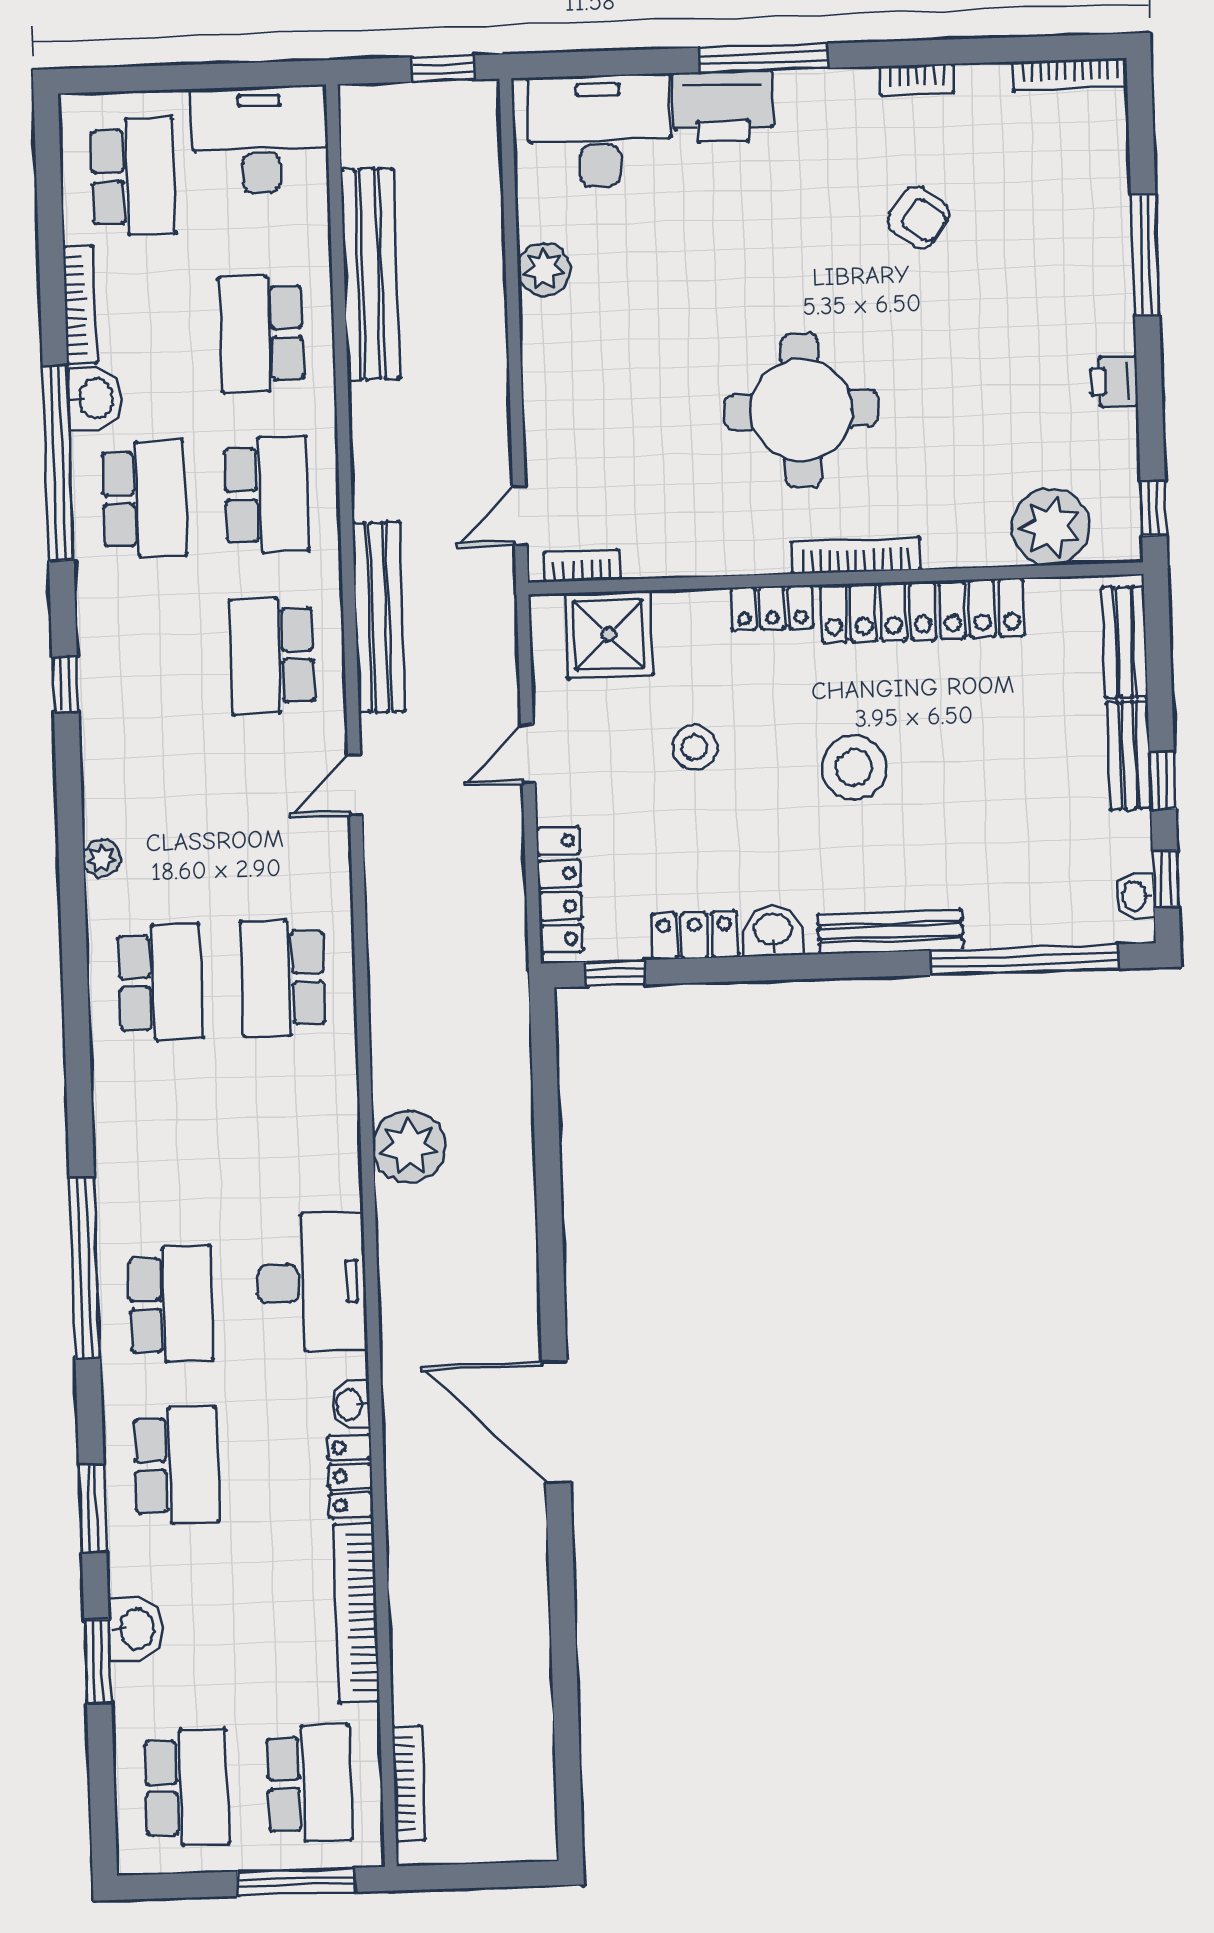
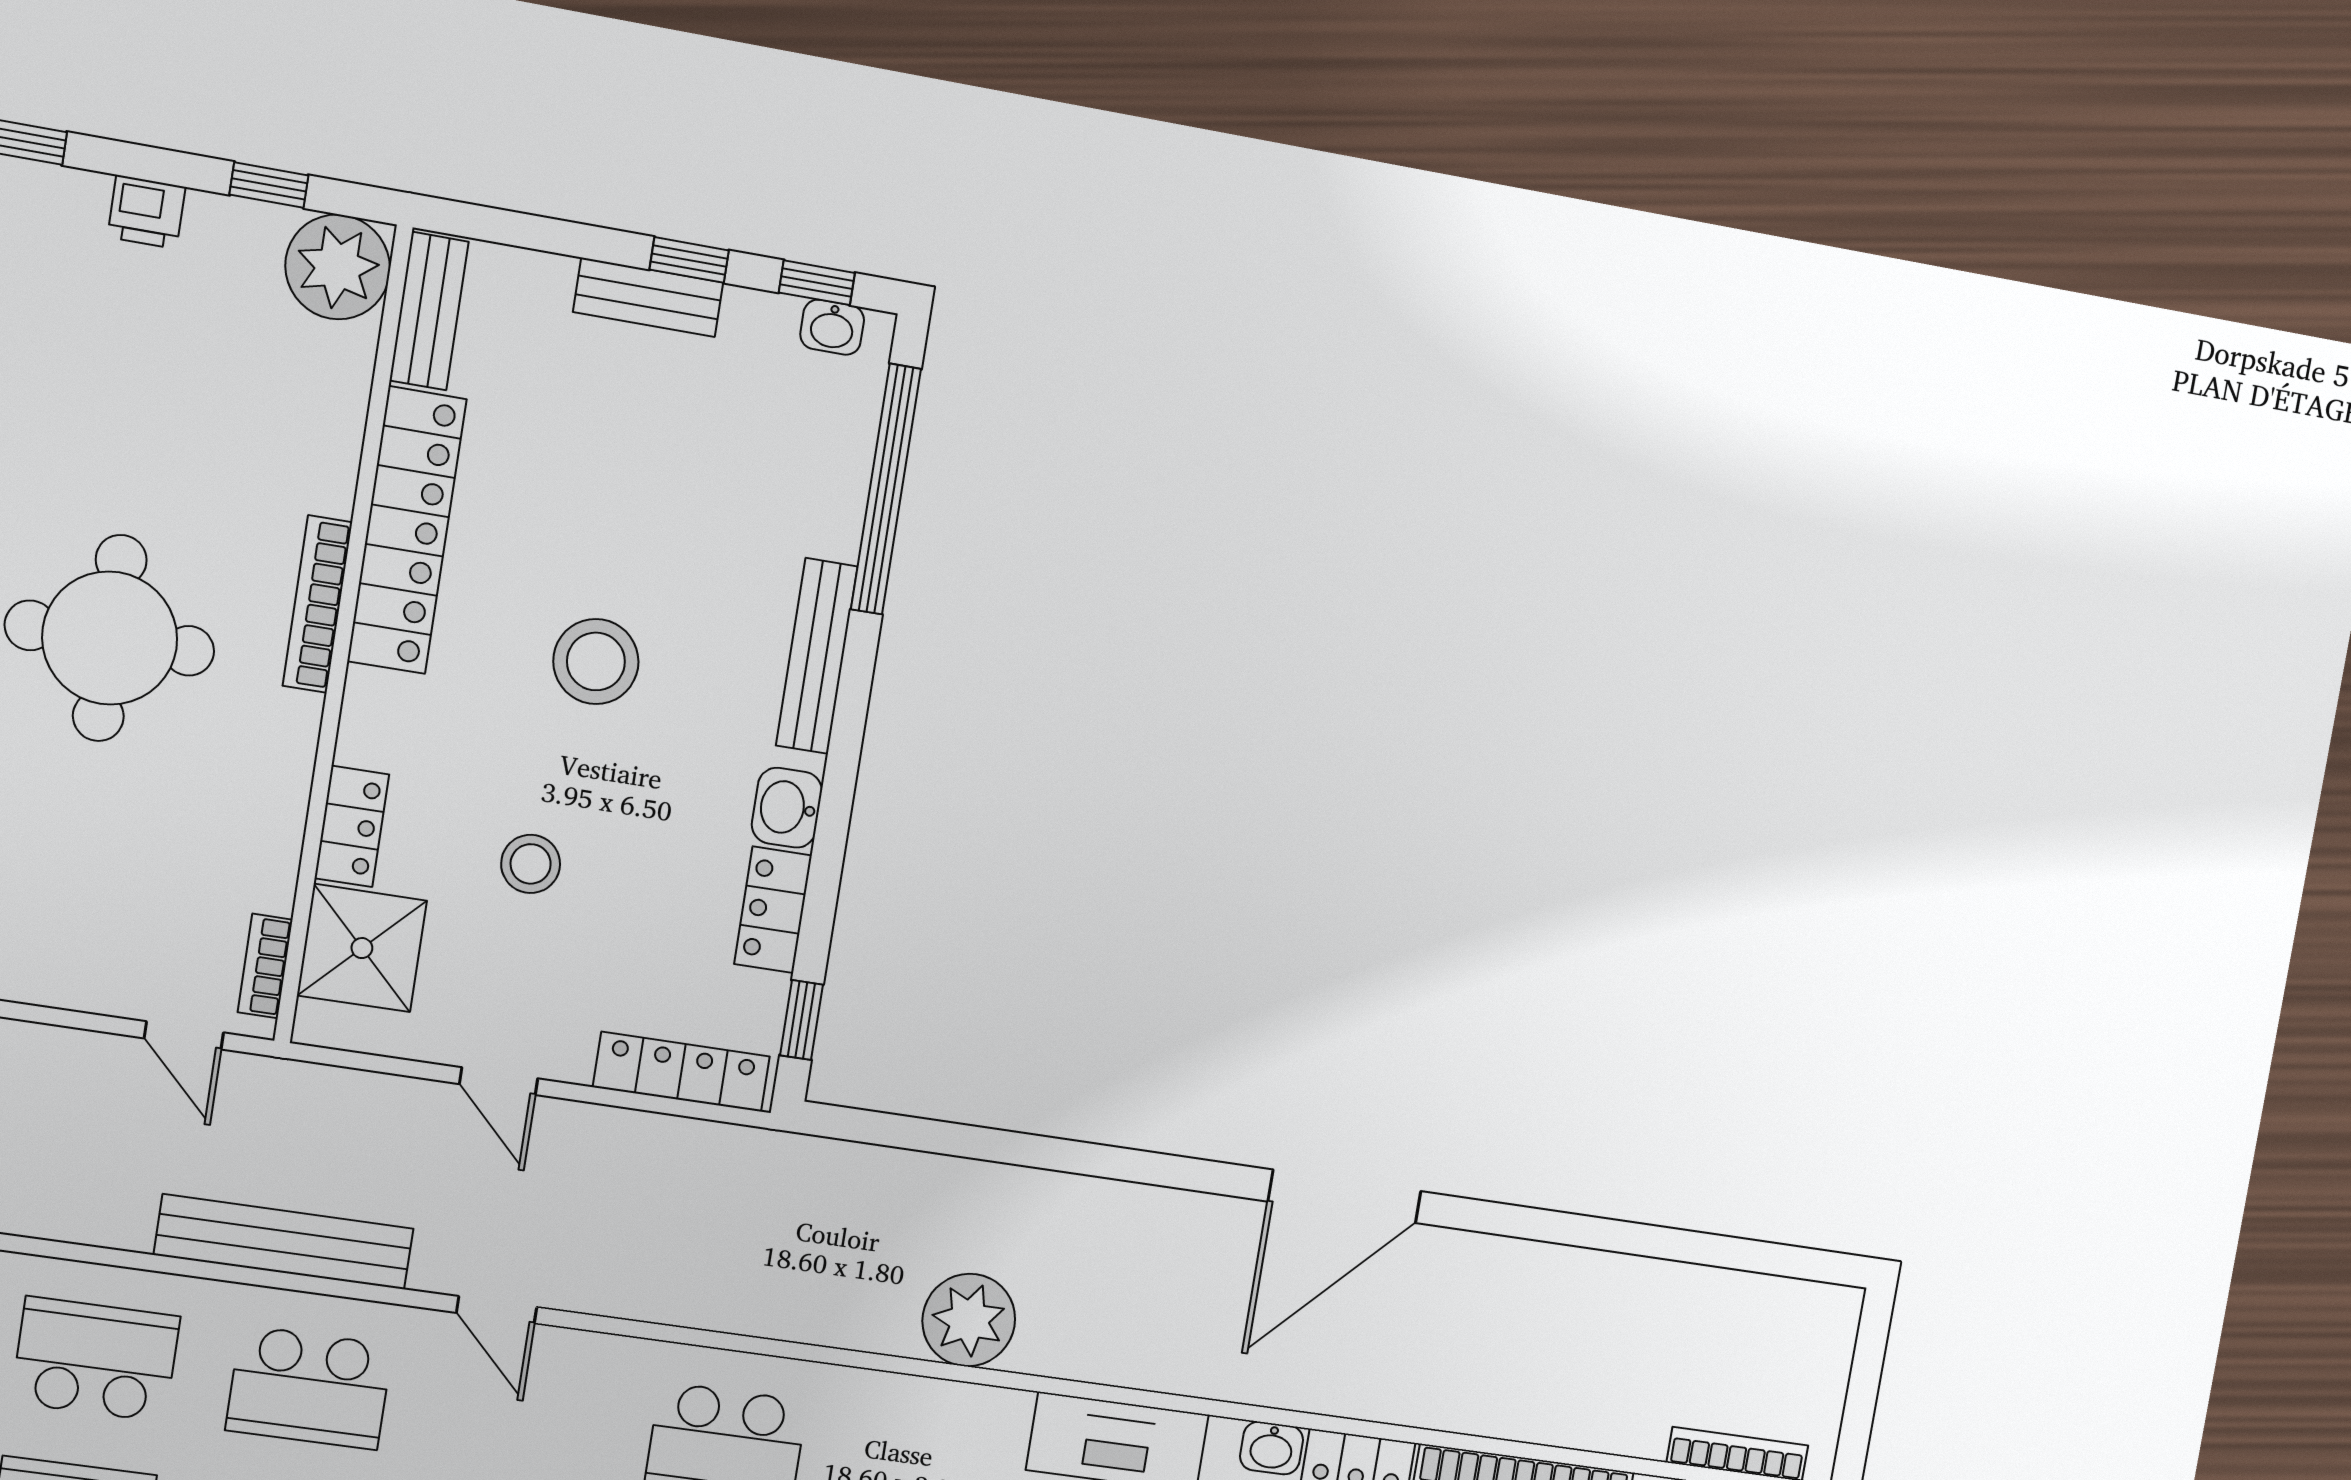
window: (1153, 508) -> (269, 185), moved
plant: (1050, 527) -> (338, 267), moved
locker: (772, 608) -> (352, 826), moved
bench: (1125, 642) -> (429, 311), moved, turned 90

